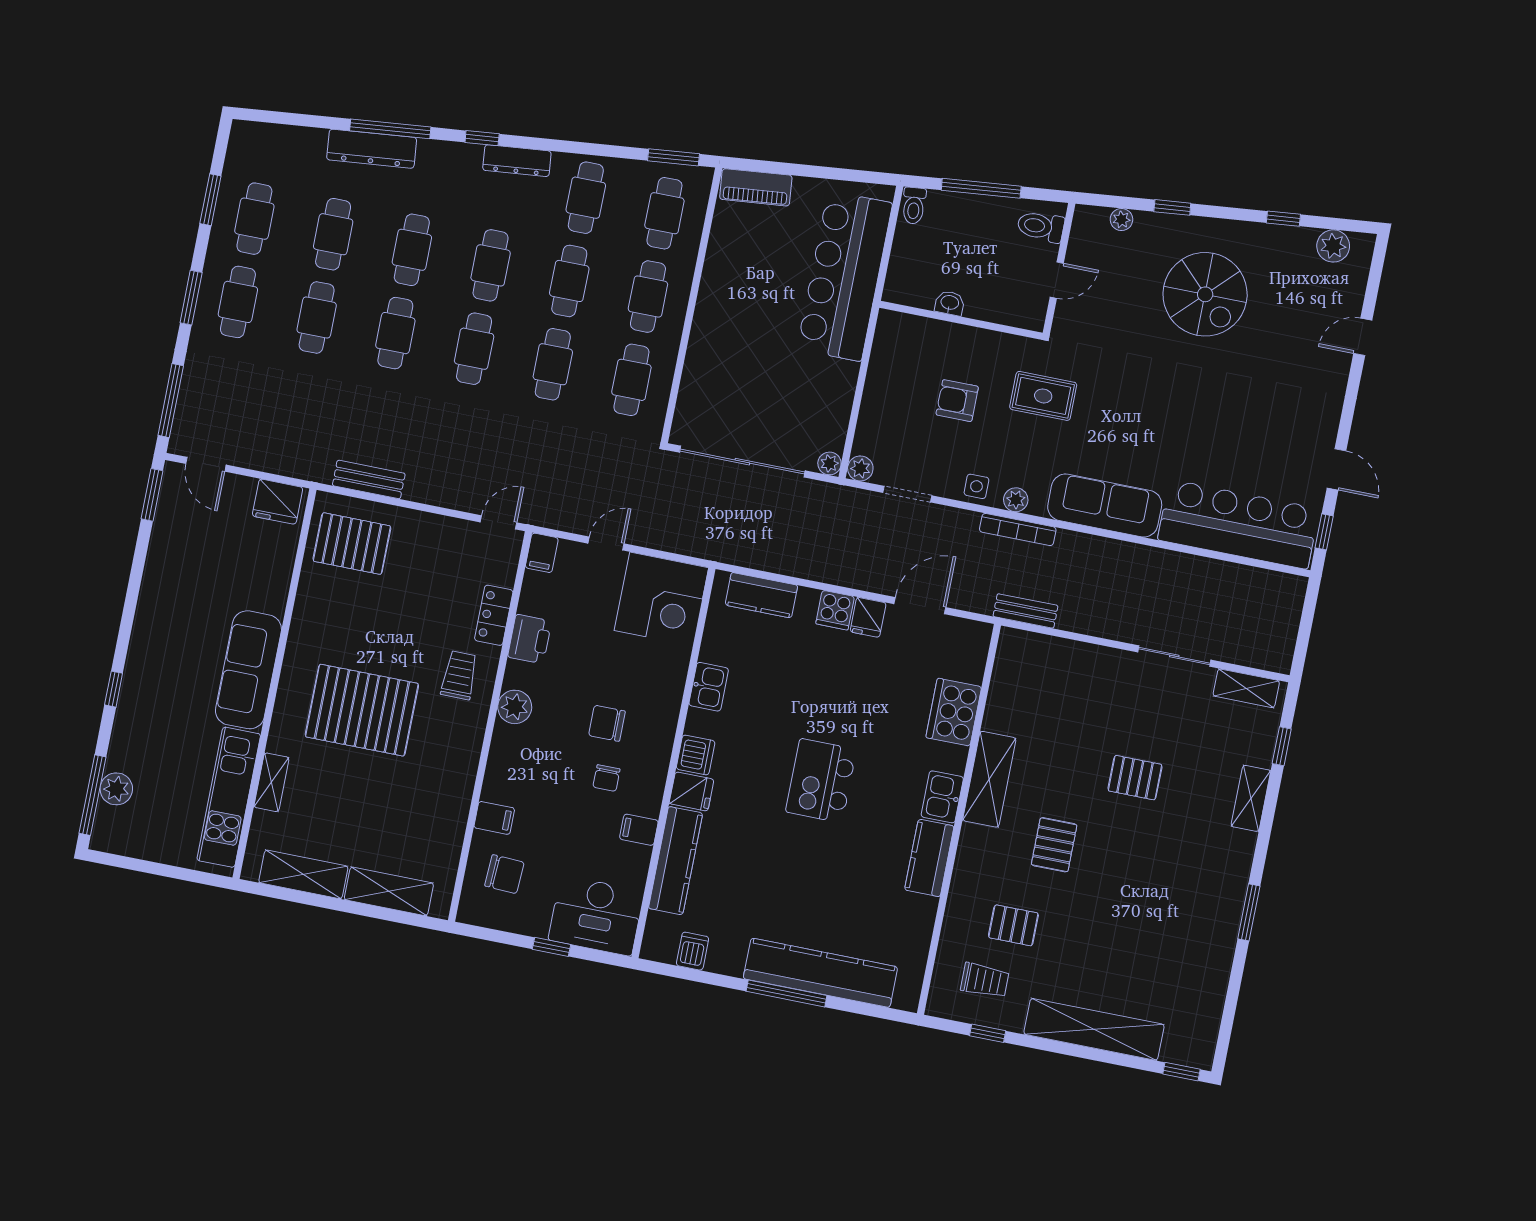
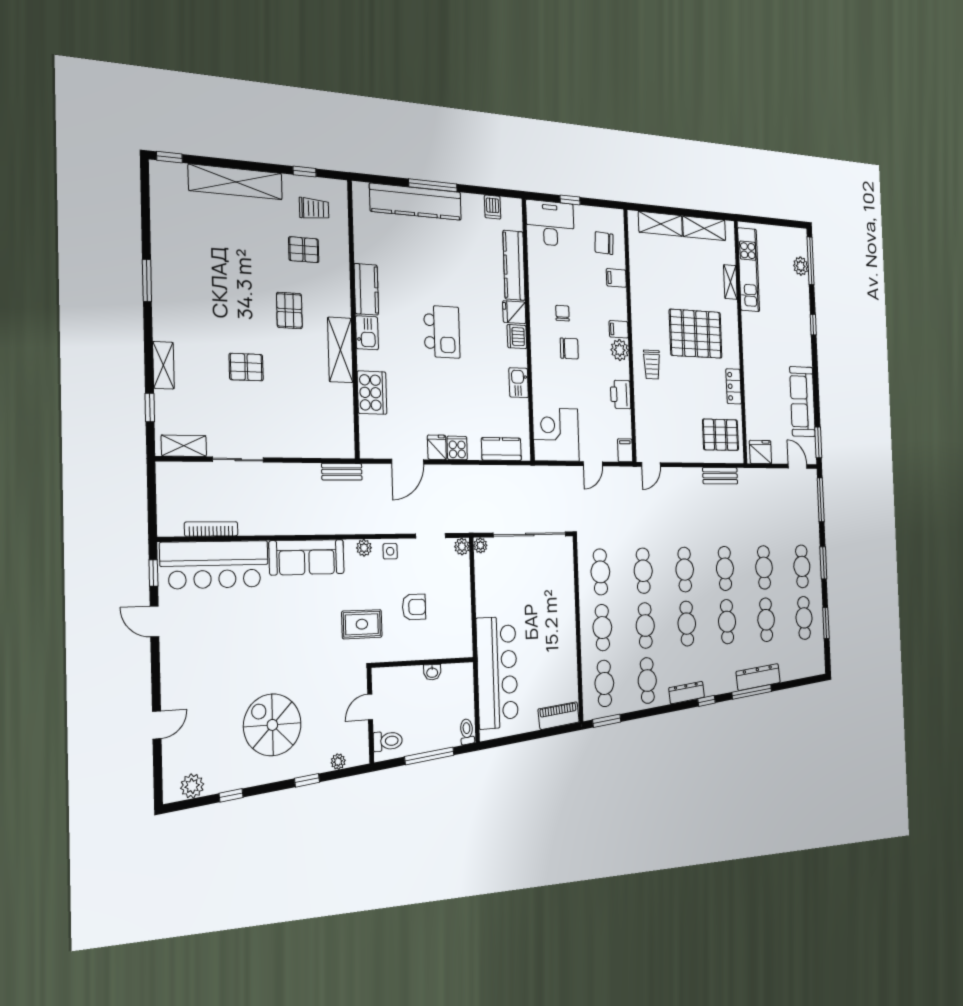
bookcase: (1018, 530) -> (211, 529), moved
locker: (494, 615) -> (734, 386), moved, turned 180
sofa: (248, 670) -> (802, 401), moved, turned 180
filing cabinet: (639, 830) -> (619, 329), moved, turned 180
trolley: (985, 980) -> (314, 209), turned 180

